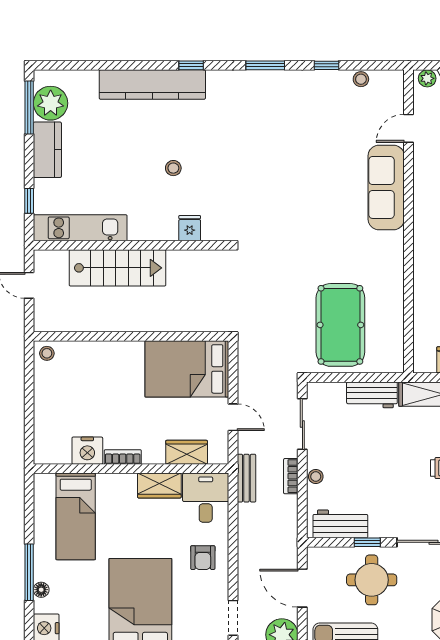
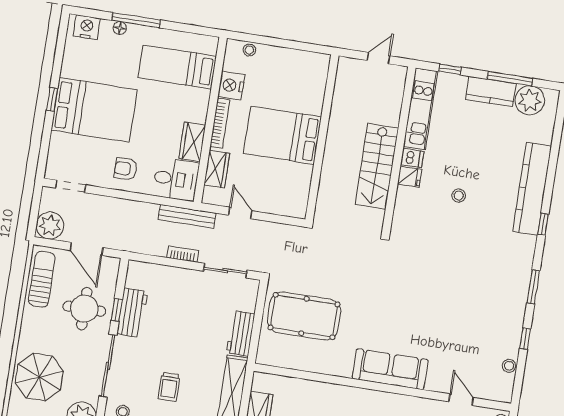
window: (29, 108) -> (510, 79), moved
sofa: (386, 187) -> (390, 369), moved
fridge: (190, 228) -> (410, 177), moved
dishwasher: (138, 229) -> (412, 158), added
stairs: (117, 268) -> (377, 166), moved
stool: (47, 353) -> (249, 50), moved
bed: (187, 369) -> (282, 135), moved, turned -90
door: (233, 417) -> (240, 213), swing flipped
bookcase: (123, 457) -> (220, 123), width x1.56
stool: (316, 477) -> (179, 275), removed
bench: (246, 478) -> (187, 216), width x1.36
workbench: (340, 524) -> (132, 313), moved
door: (302, 588) -> (87, 249), swing flipped

